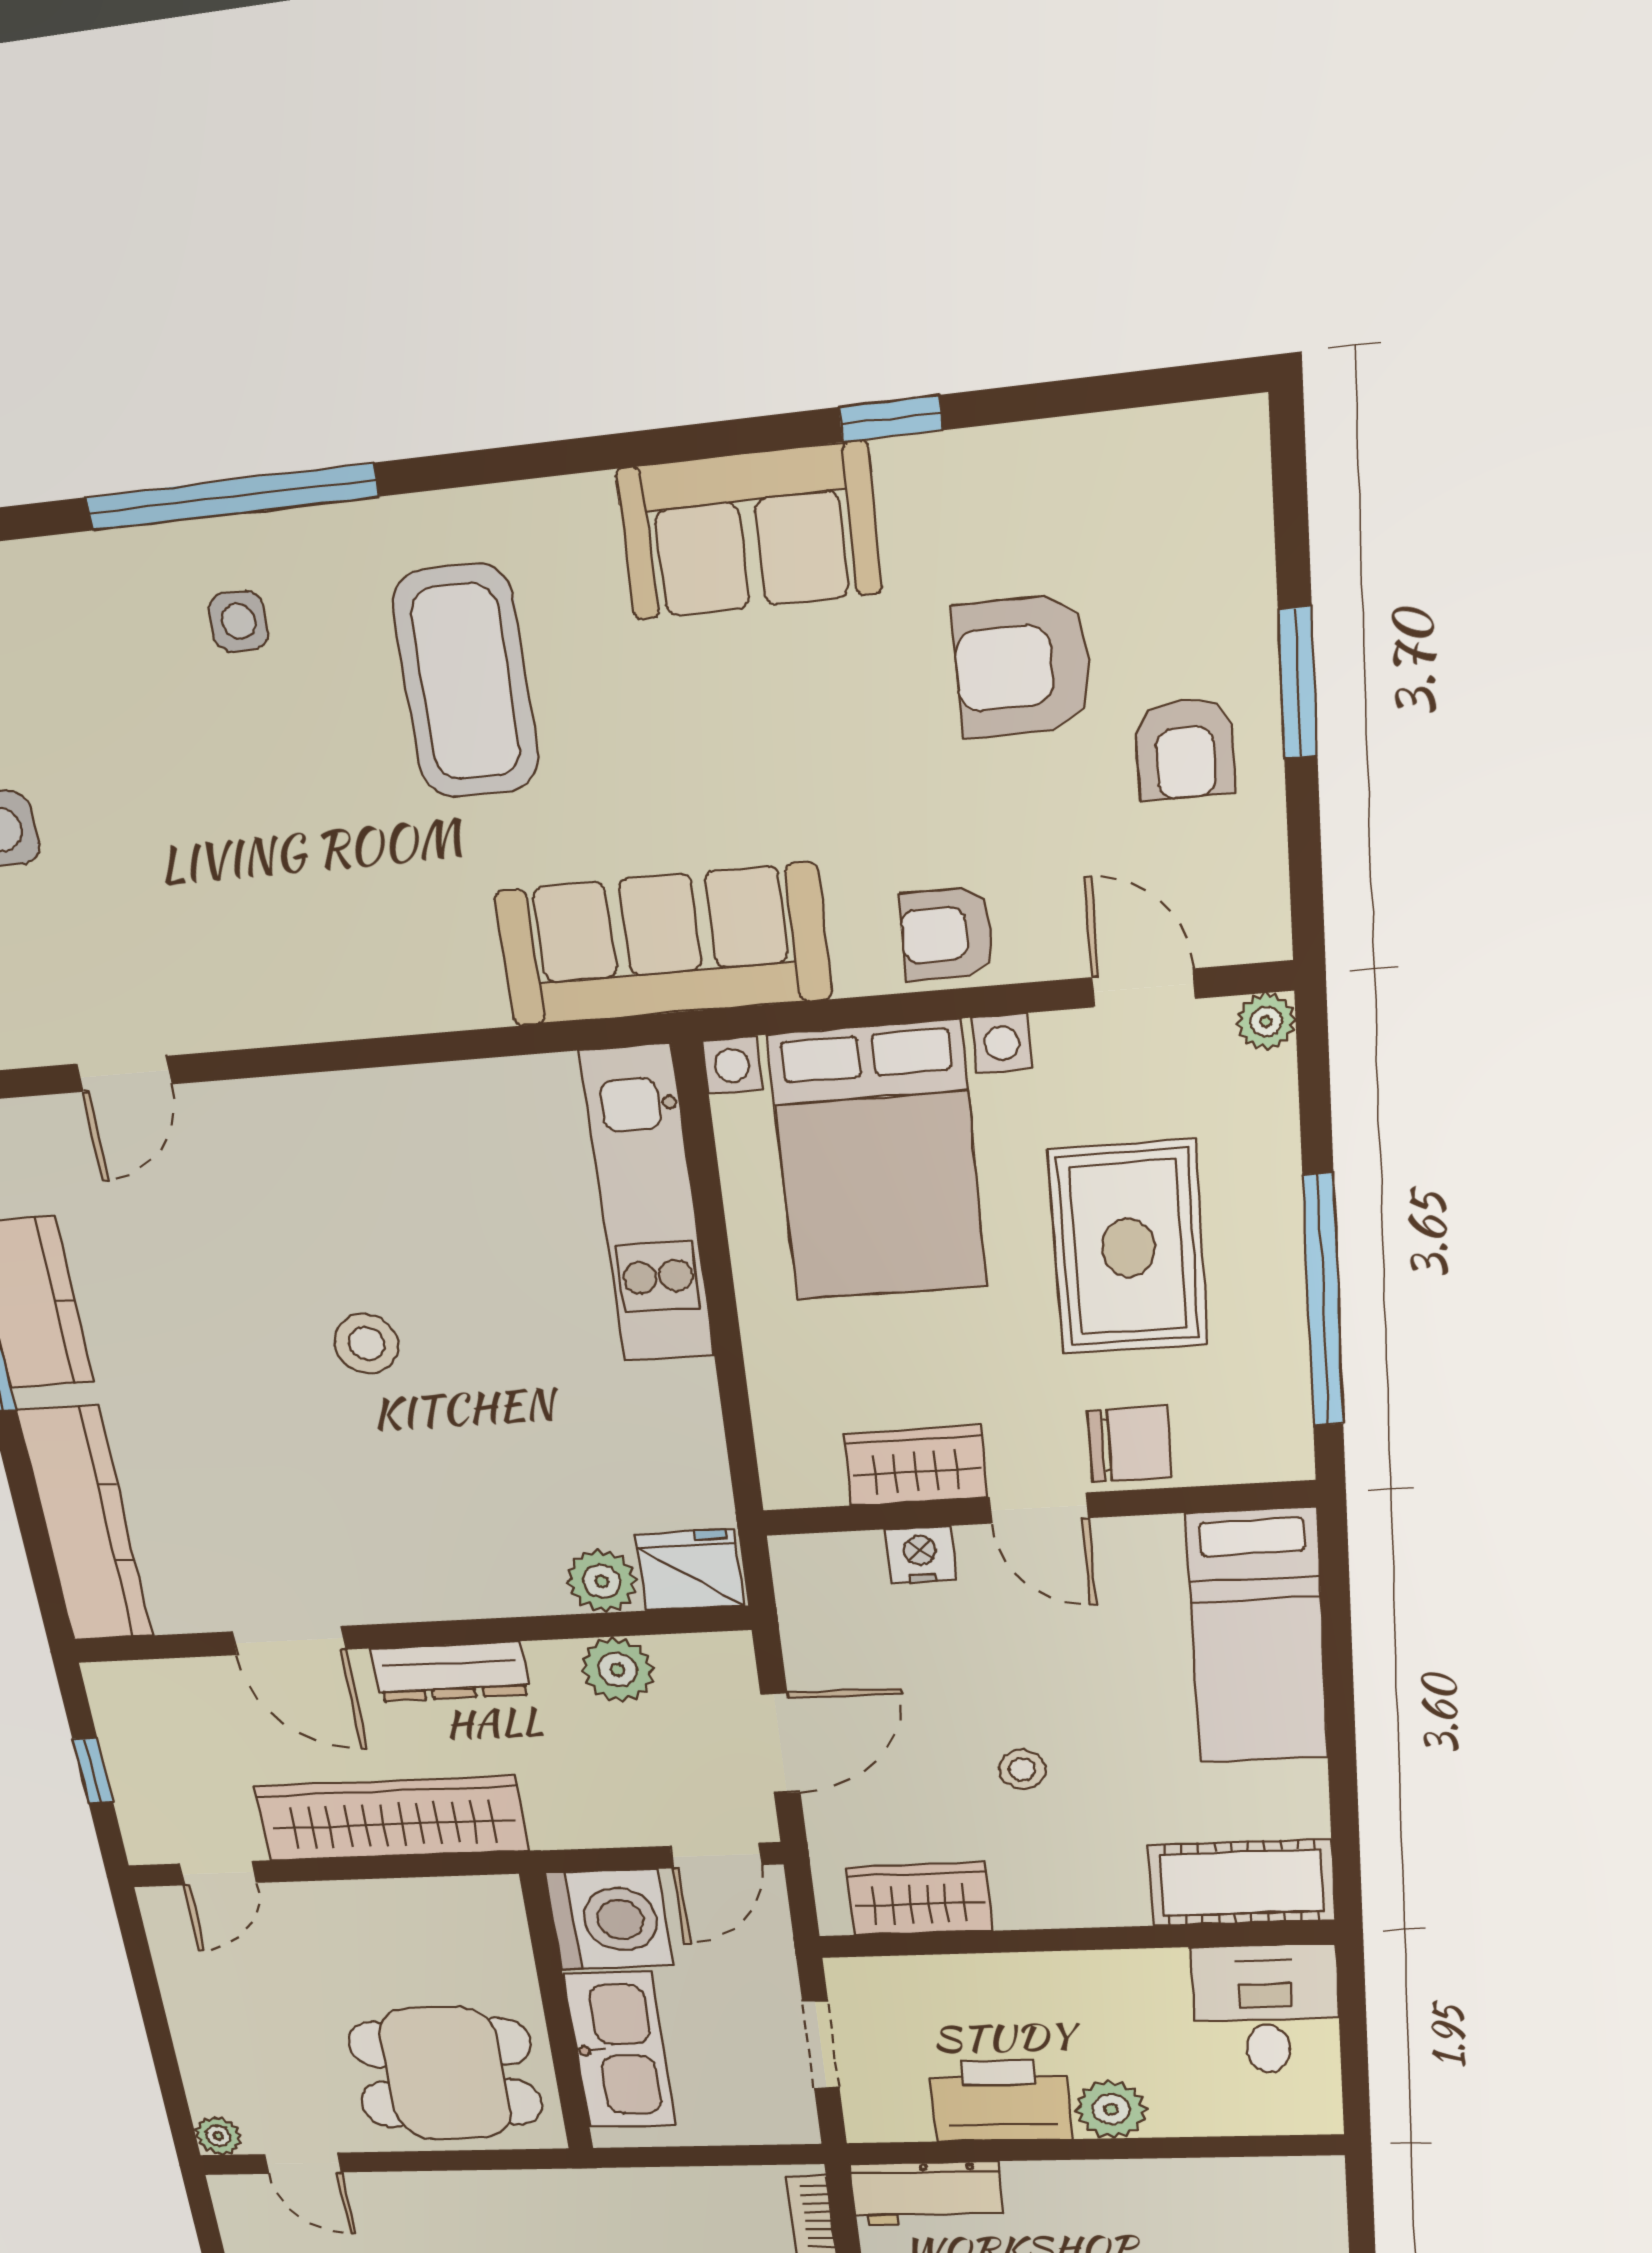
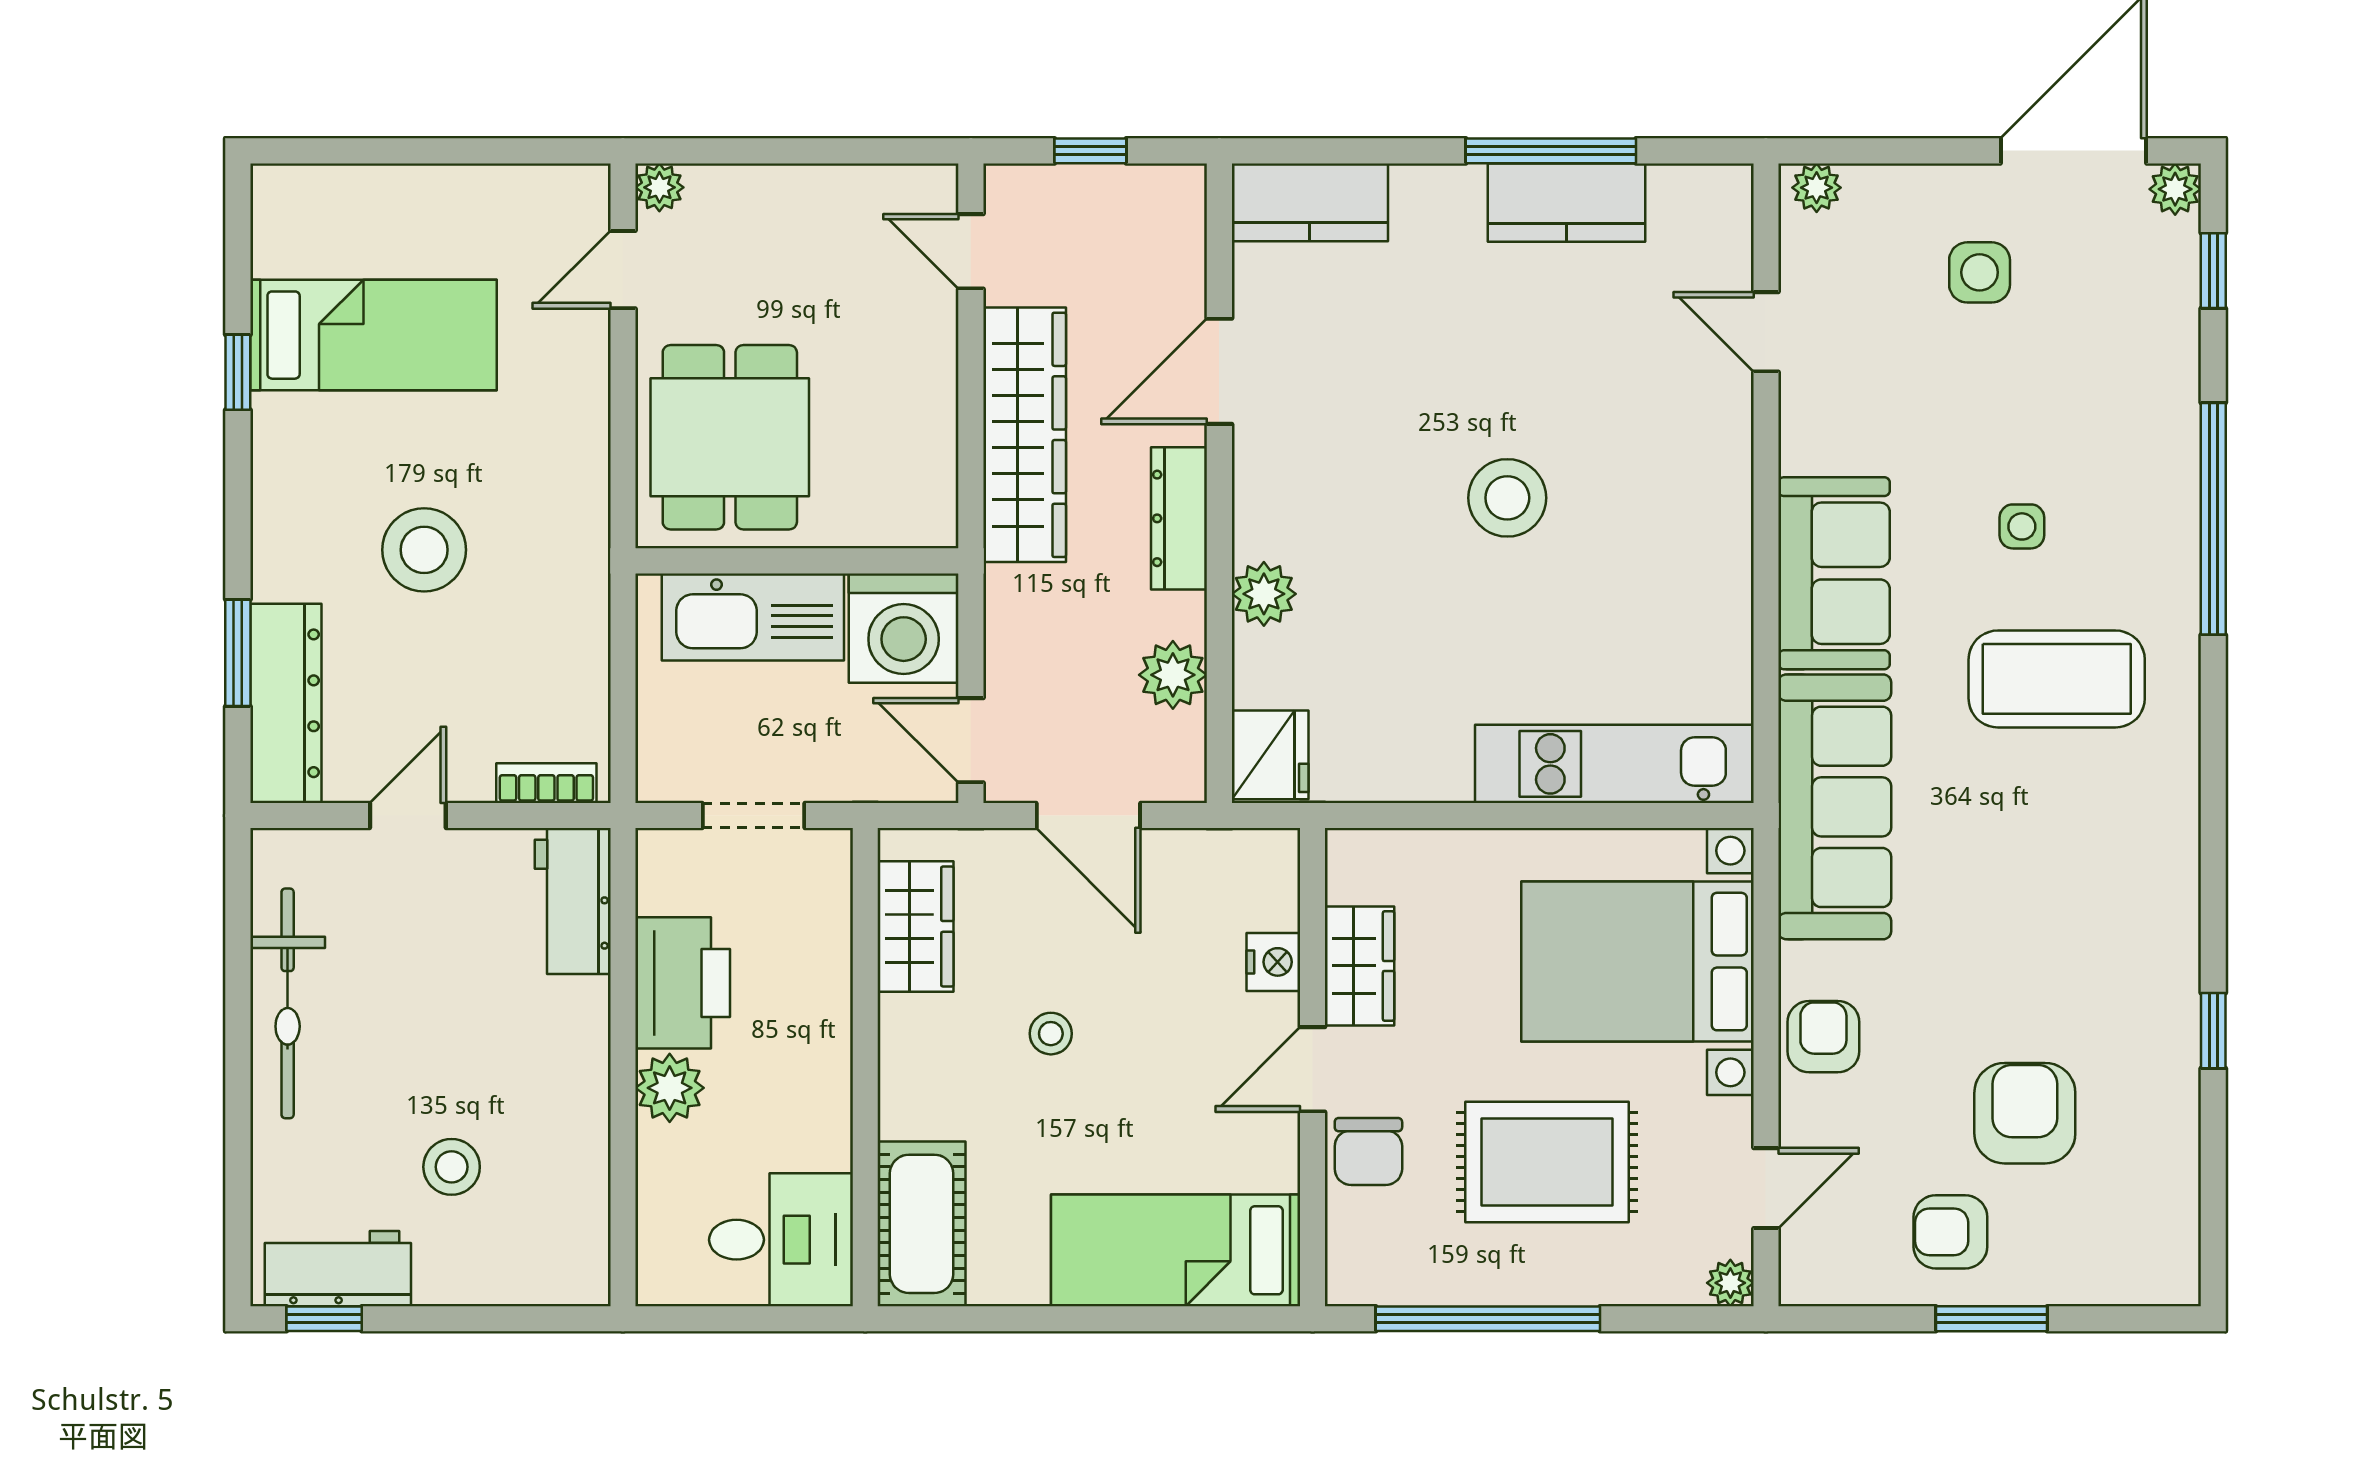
sofa: (749, 531) -> (1834, 573), moved, turned 180
side table: (239, 621) -> (2022, 526), moved
stool: (366, 1344) -> (1507, 498), width x1.38, depth x1.38
kitchen counter: (85, 1525) -> (1310, 202), width x0.67
plant: (602, 1581) -> (1264, 594), moved

